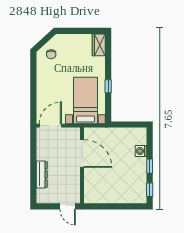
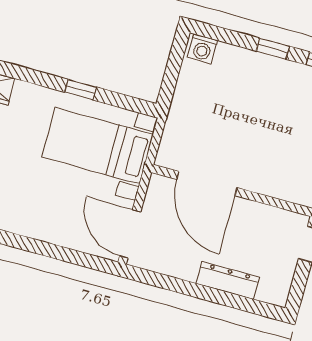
washing machine: (141, 151) -> (202, 49), moved
door: (82, 154) -> (207, 183), swing flipped

